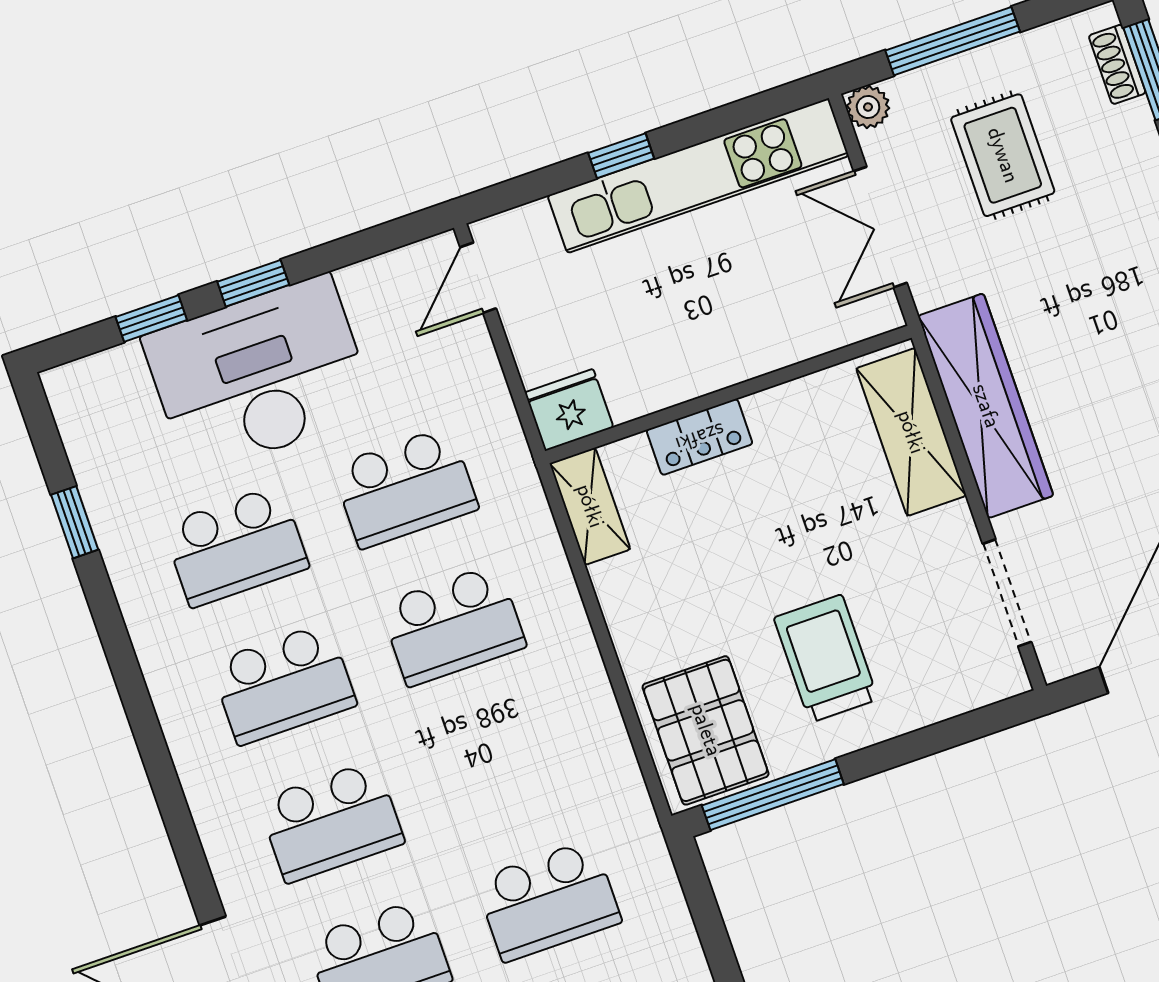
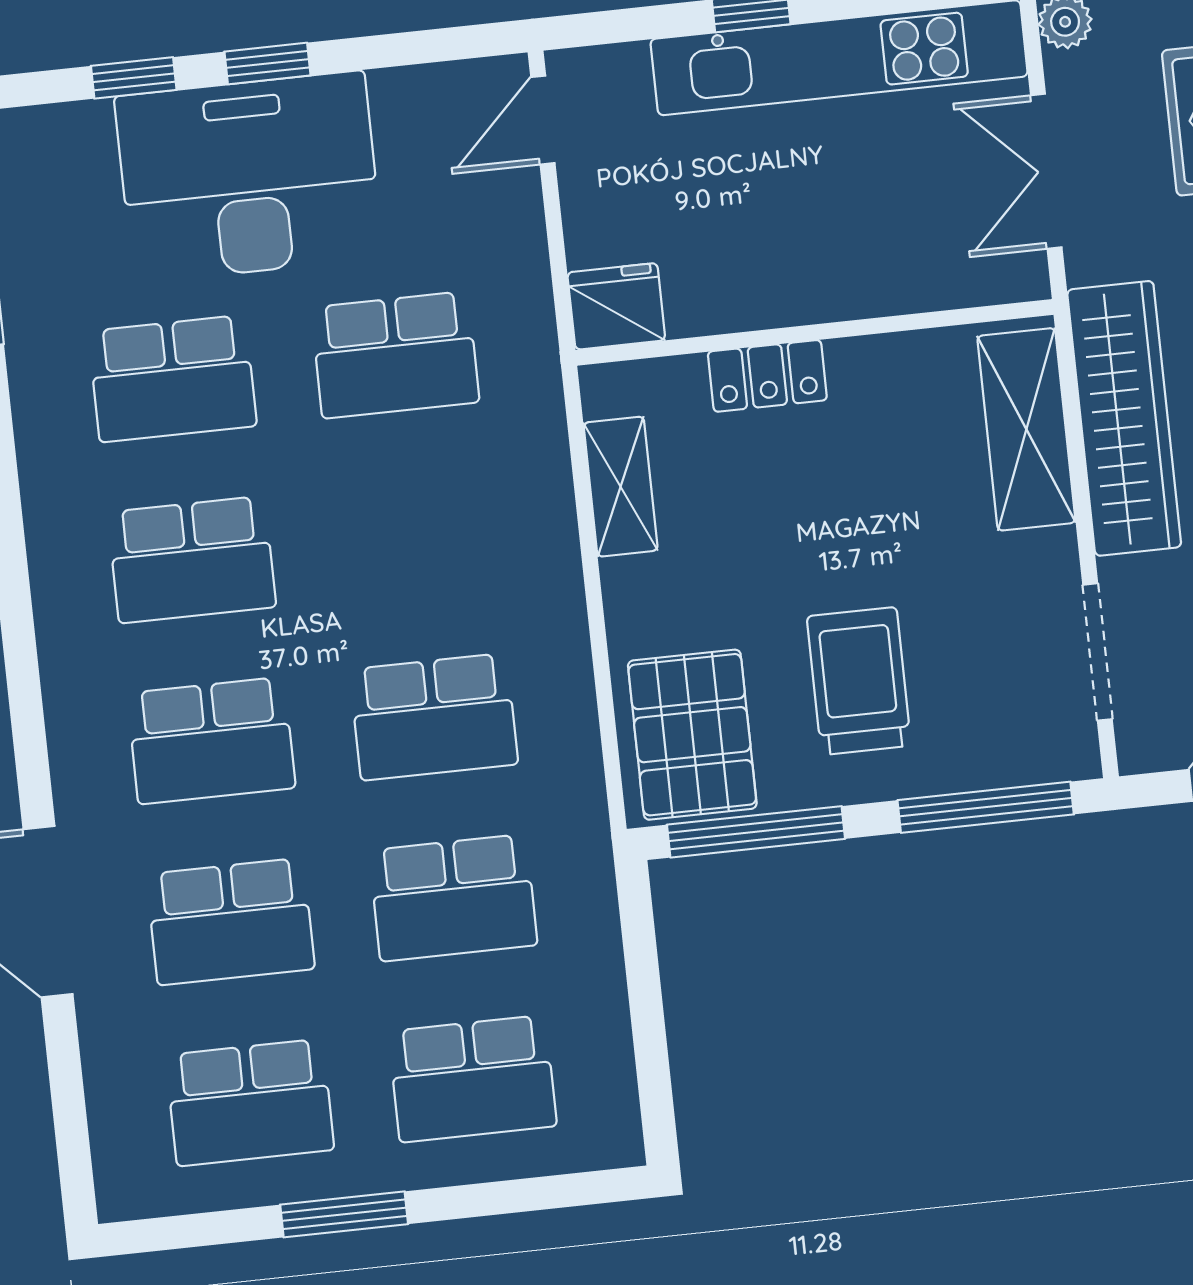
shelving: (590, 506) -> (621, 487), moved
school desk: (453, 625) -> (434, 717), moved
window: (948, 734) -> (986, 807), added

